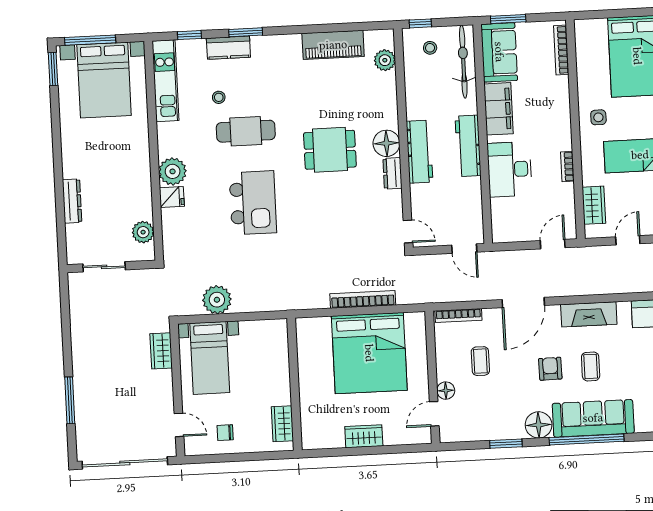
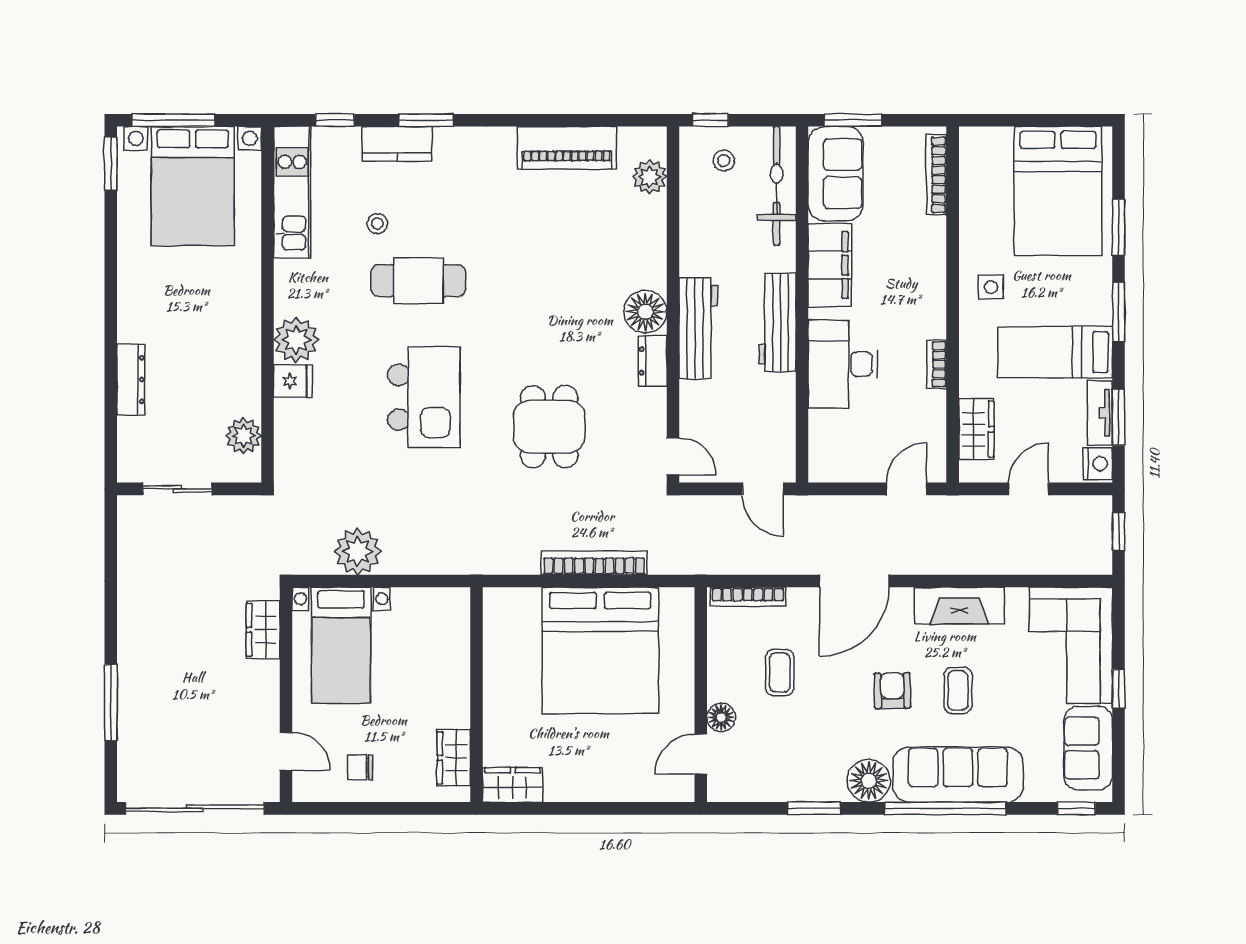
dining table: (330, 150) -> (549, 427), moved, turned 90
wardrobe: (364, 436) -> (513, 785), moved

